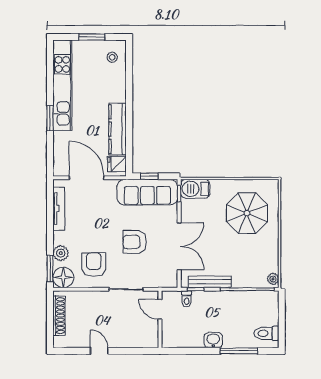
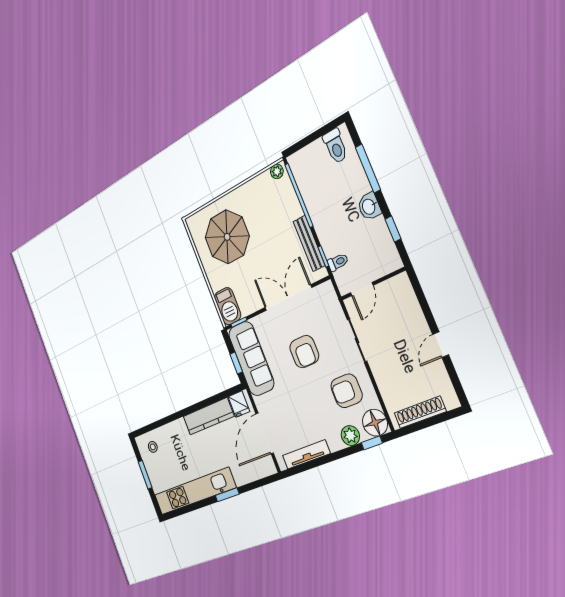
window: (50, 268) -> (372, 443), width x0.67
window: (190, 351) -> (393, 229), added

